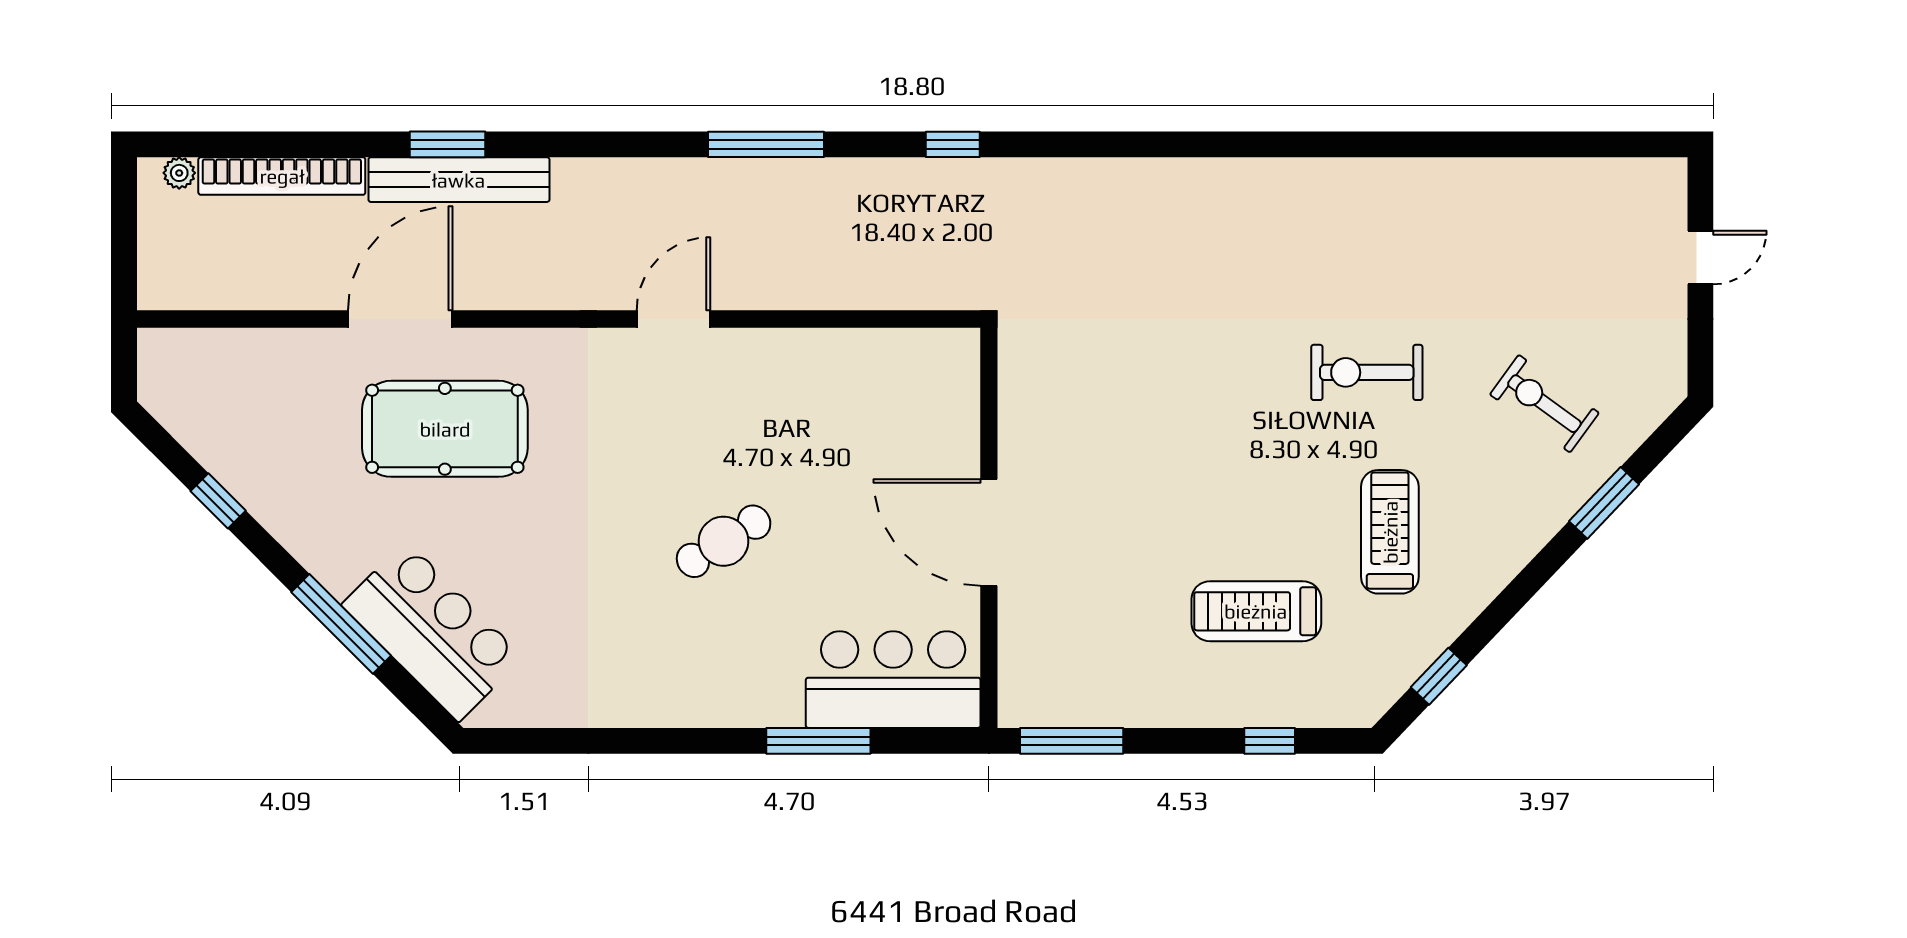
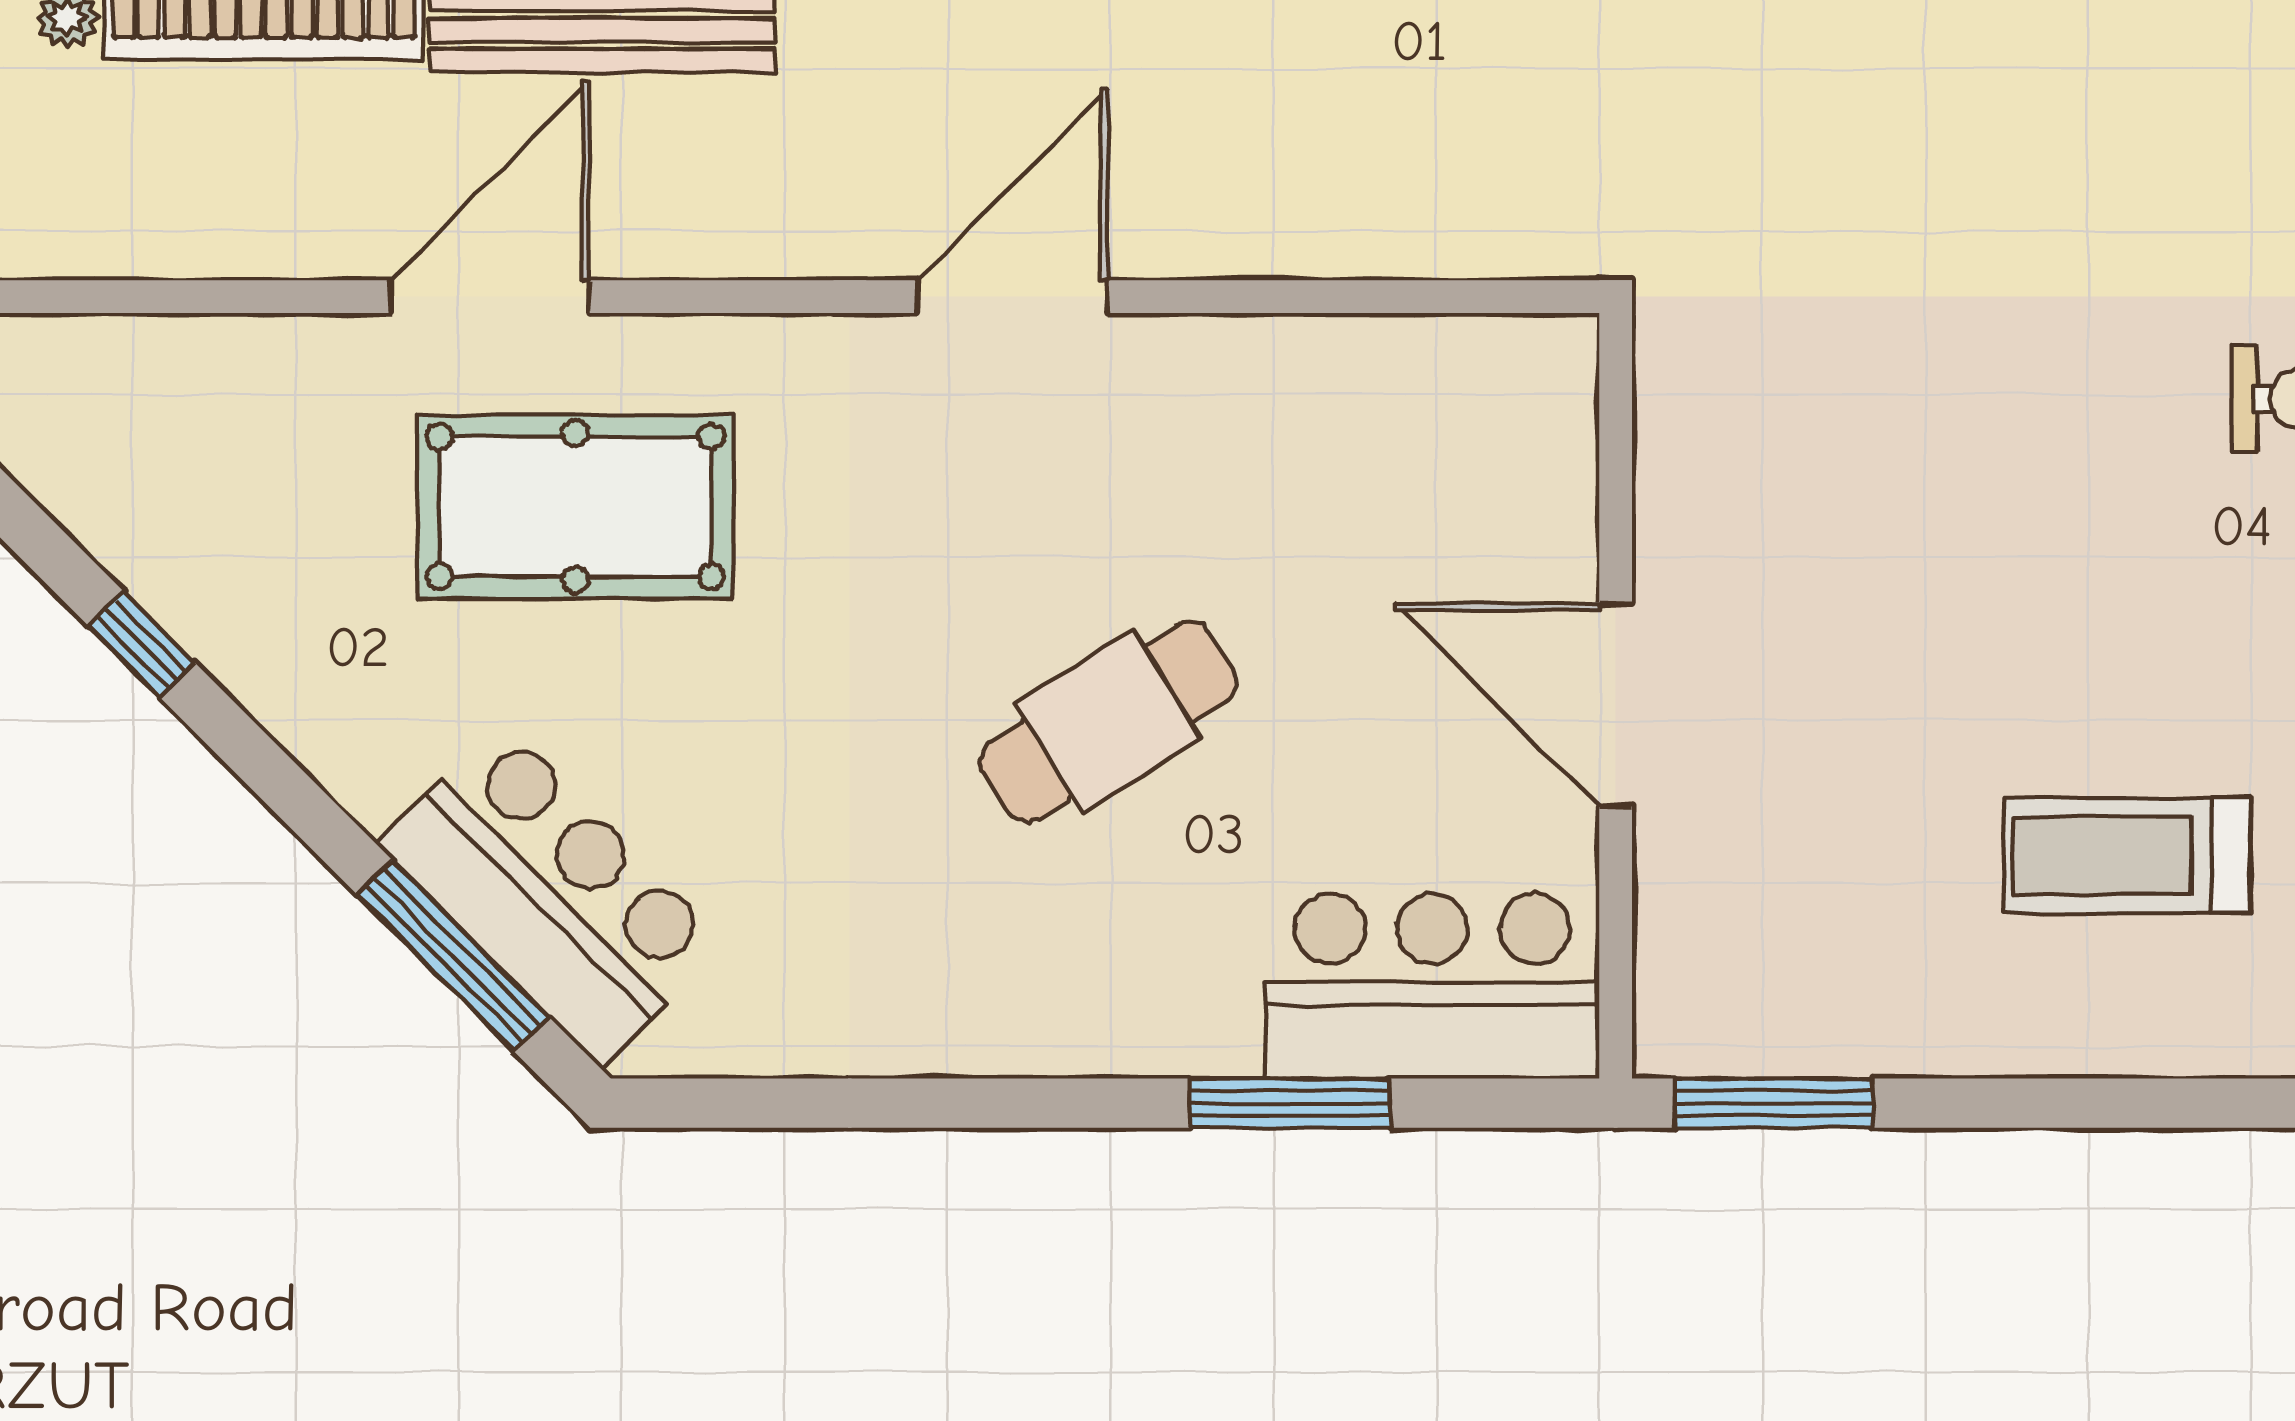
door: (673, 319) -> (1012, 297), width x1.36
cafe table: (724, 541) -> (1108, 722), width x1.37, depth x1.35
window: (341, 624) -> (453, 956), moved
window: (1270, 741) -> (2152, 1103), removed

